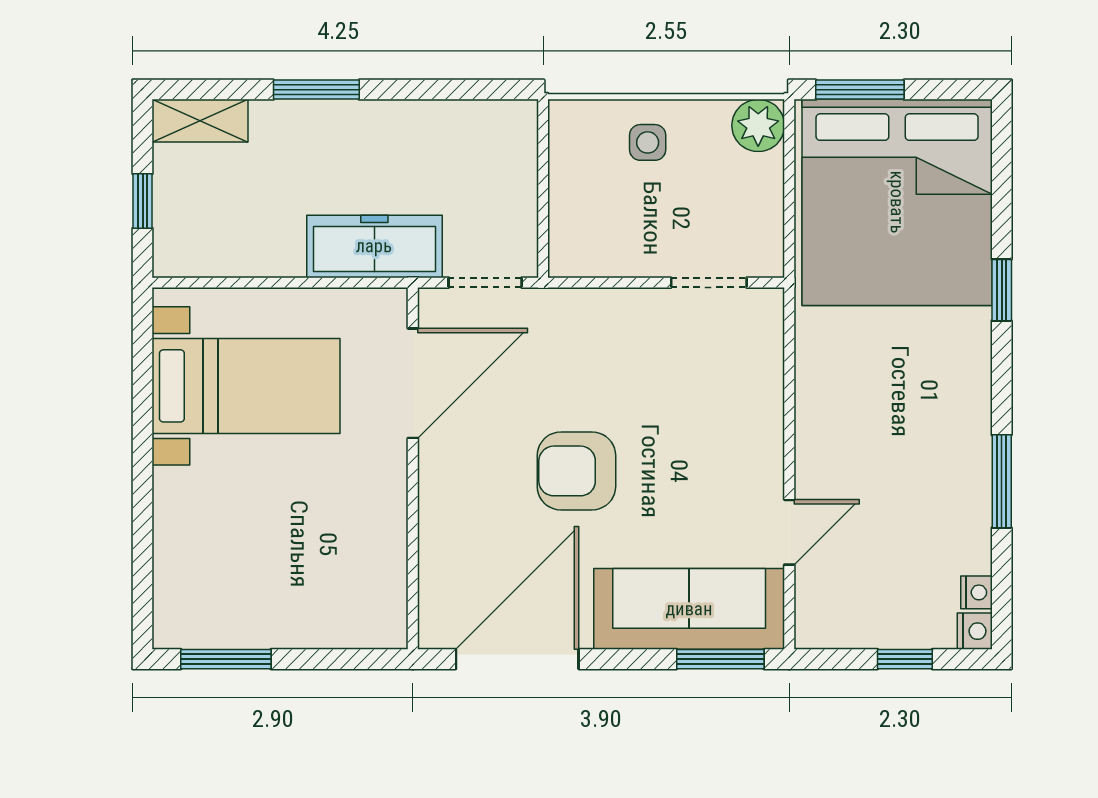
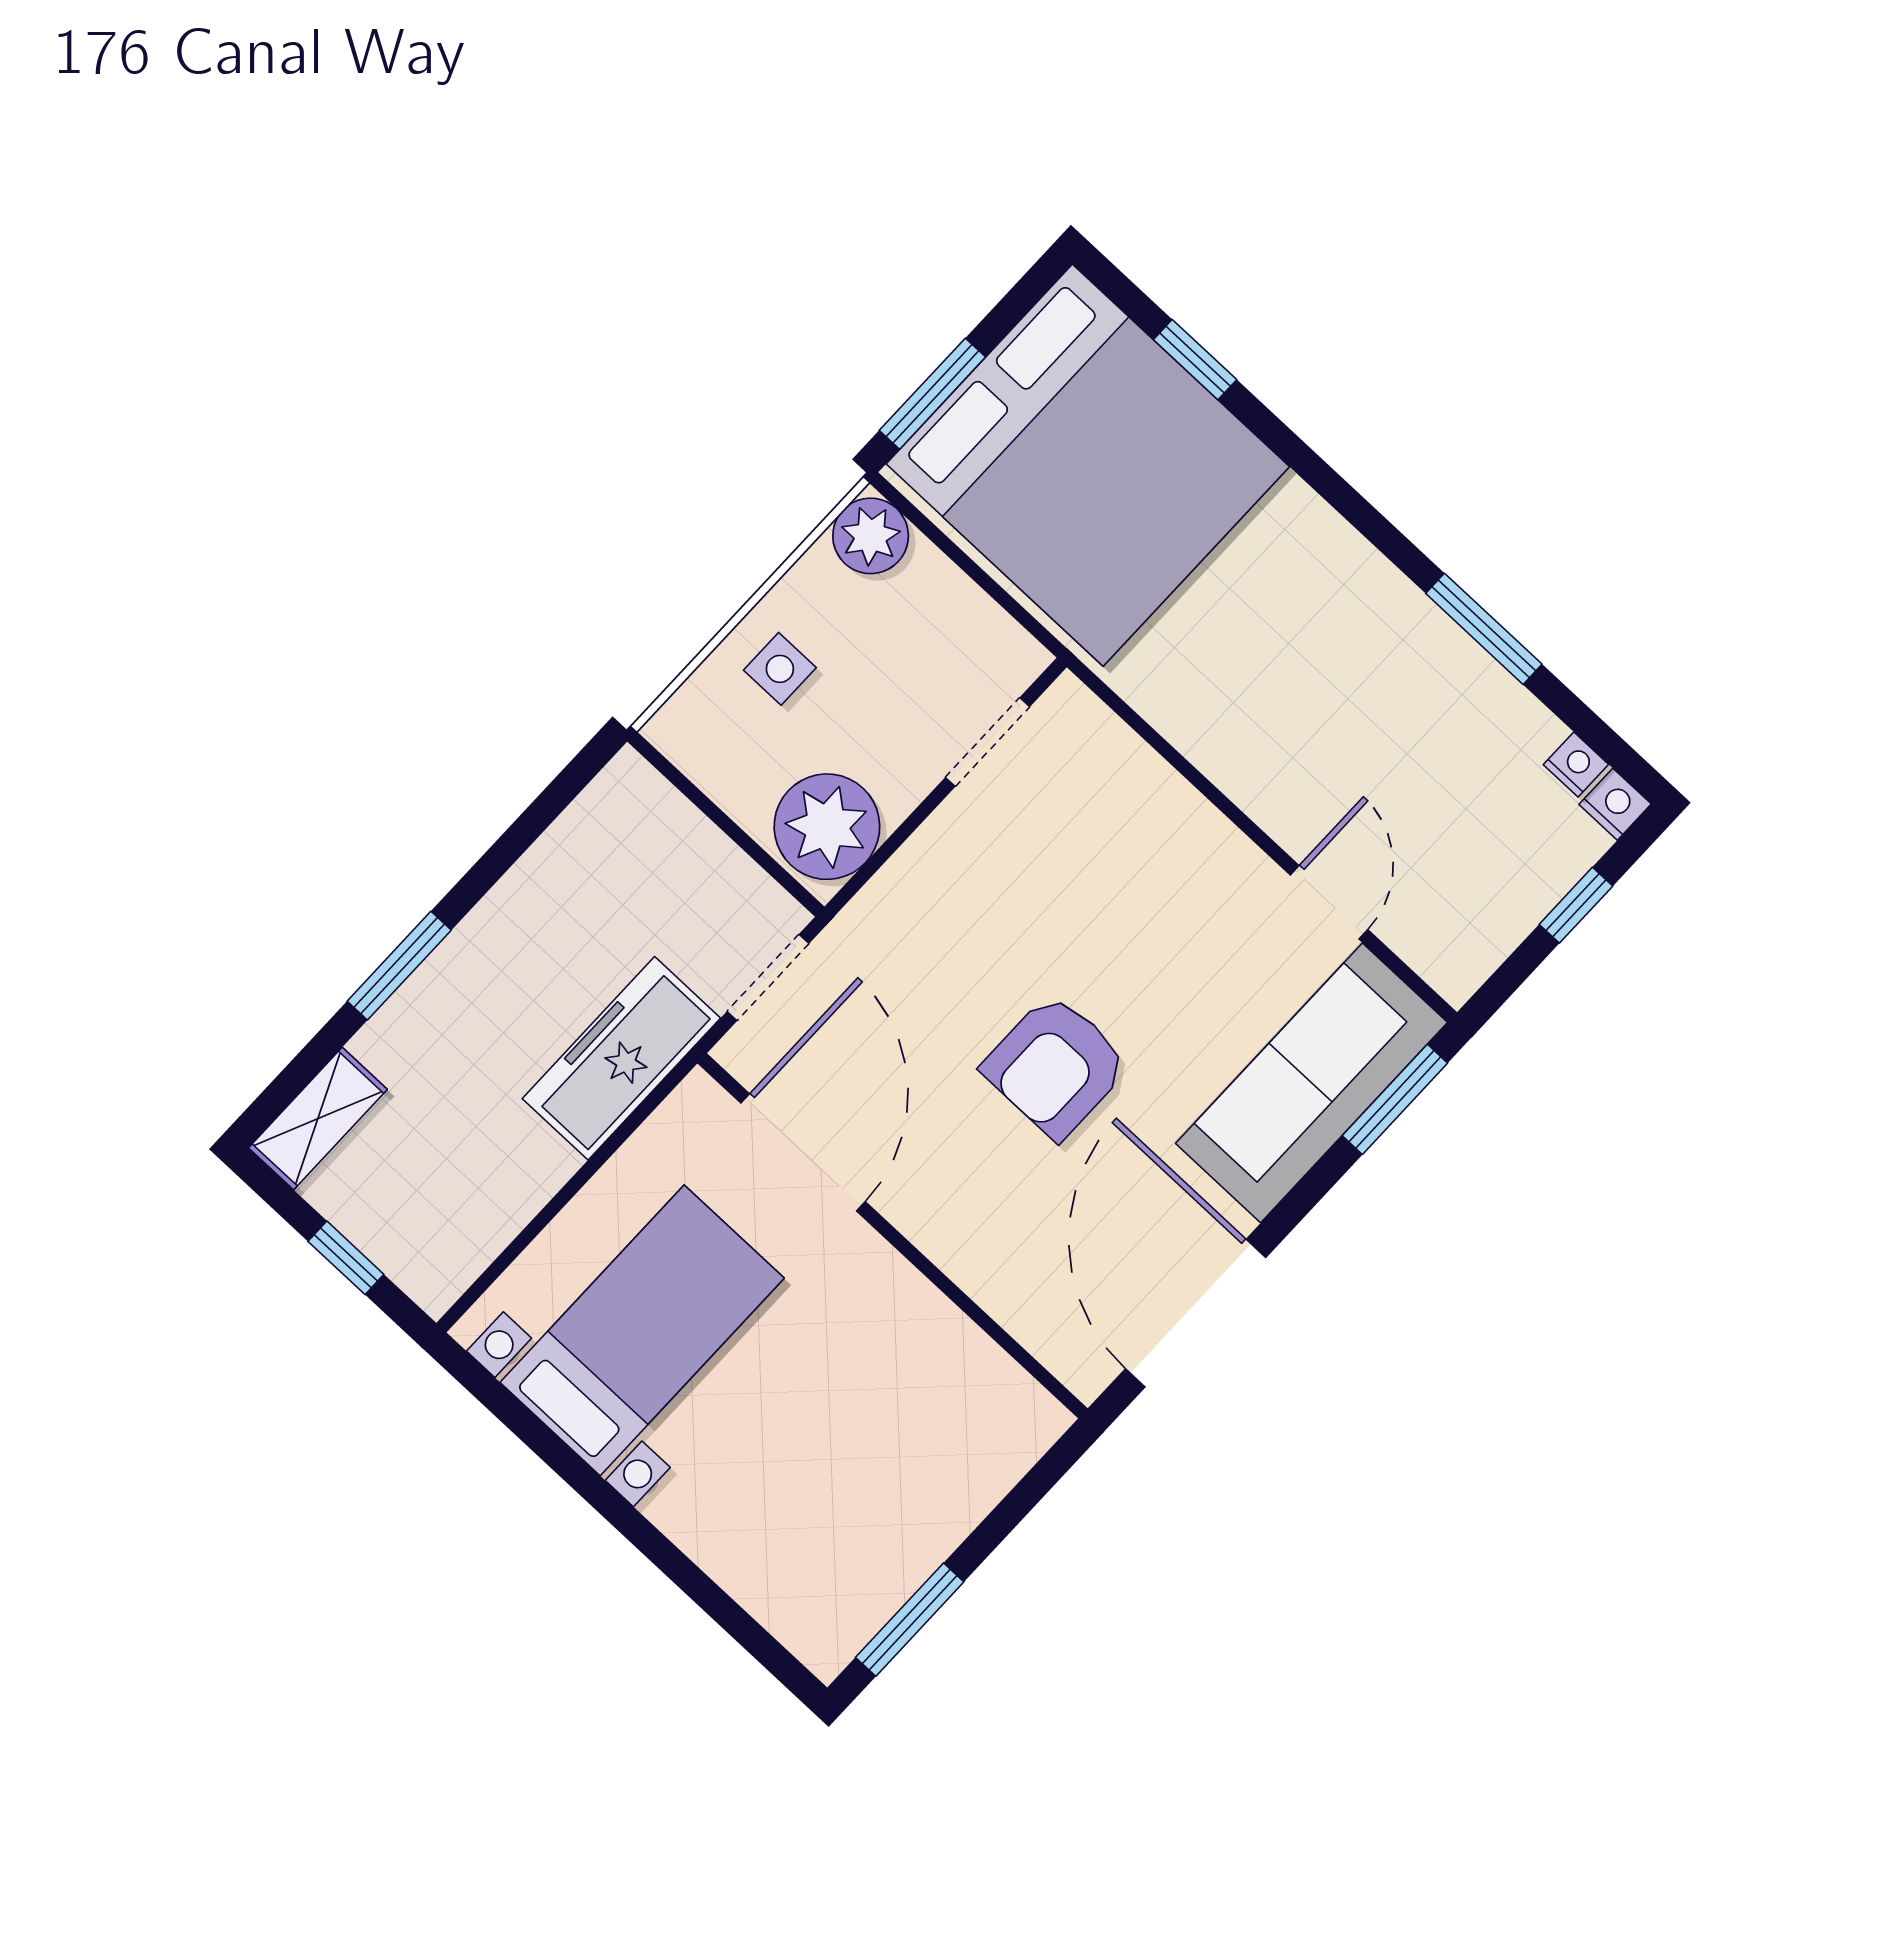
plant: (590, 241) -> (827, 827), added
window: (1002, 290) -> (1195, 360), moved

